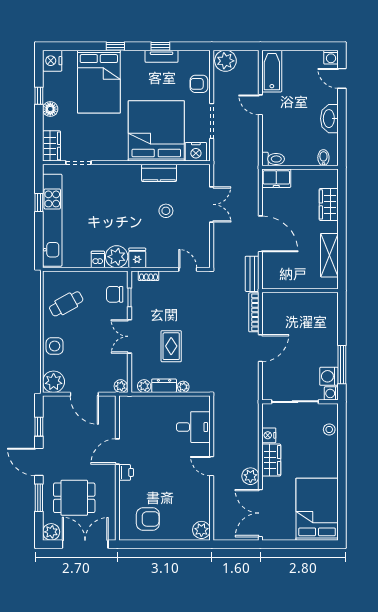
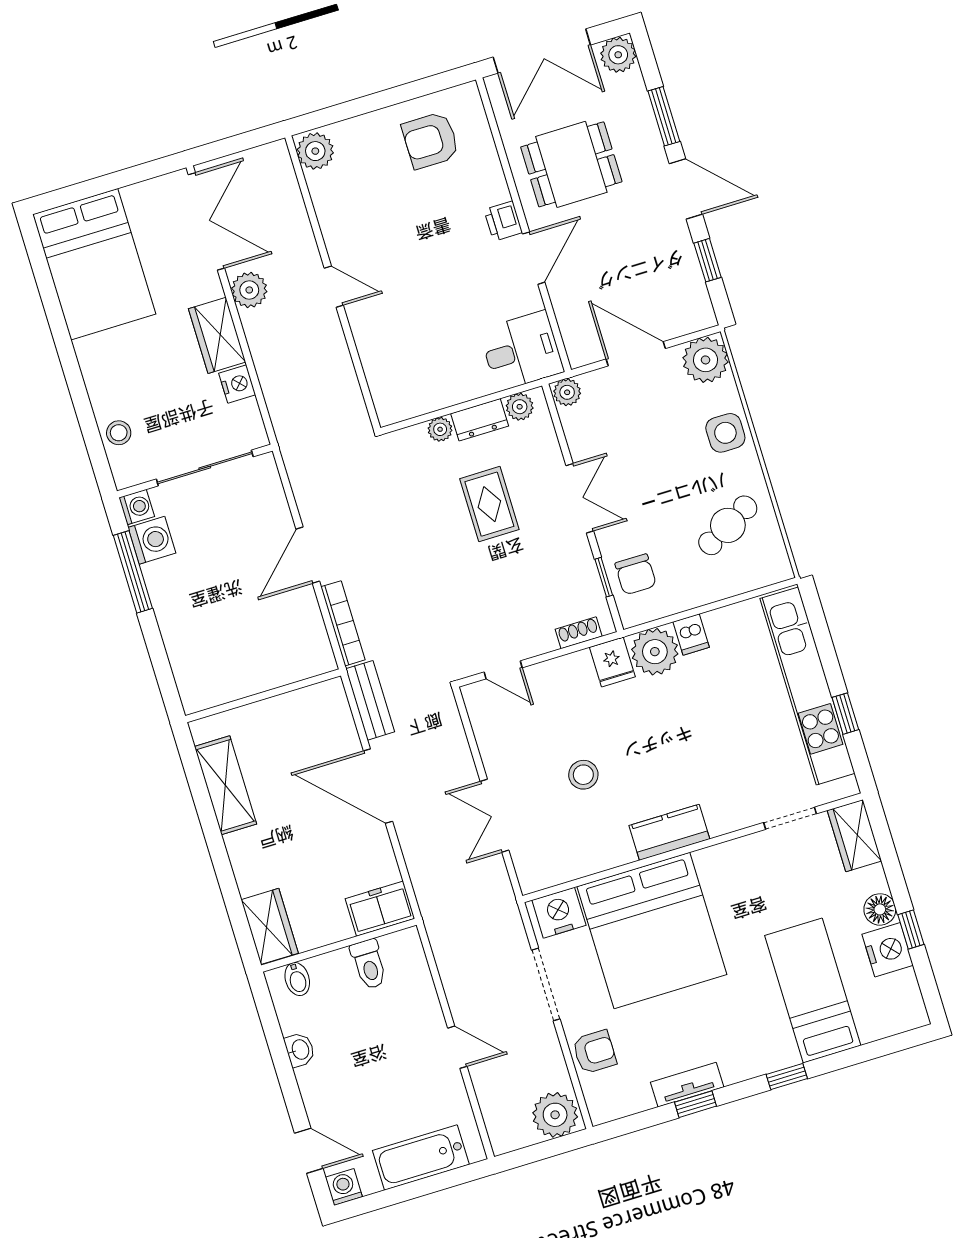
nightstand: (52, 61) -> (888, 950), moved
bathtub: (272, 71) -> (421, 1157), moved, turned 90
bed: (99, 82) -> (813, 990), width x0.67
washbasin: (329, 119) -> (300, 1050), width x0.52, depth x0.69
toilet: (273, 159) -> (369, 964), moved, turned -90
kitchen counter: (159, 173) -> (669, 832), moved
wardrobe: (329, 204) -> (270, 926), moved
chair: (115, 294) -> (636, 574), turned 90
desk: (193, 427) -> (522, 351), moved, turned 180
dining table: (74, 498) -> (571, 164), moved

